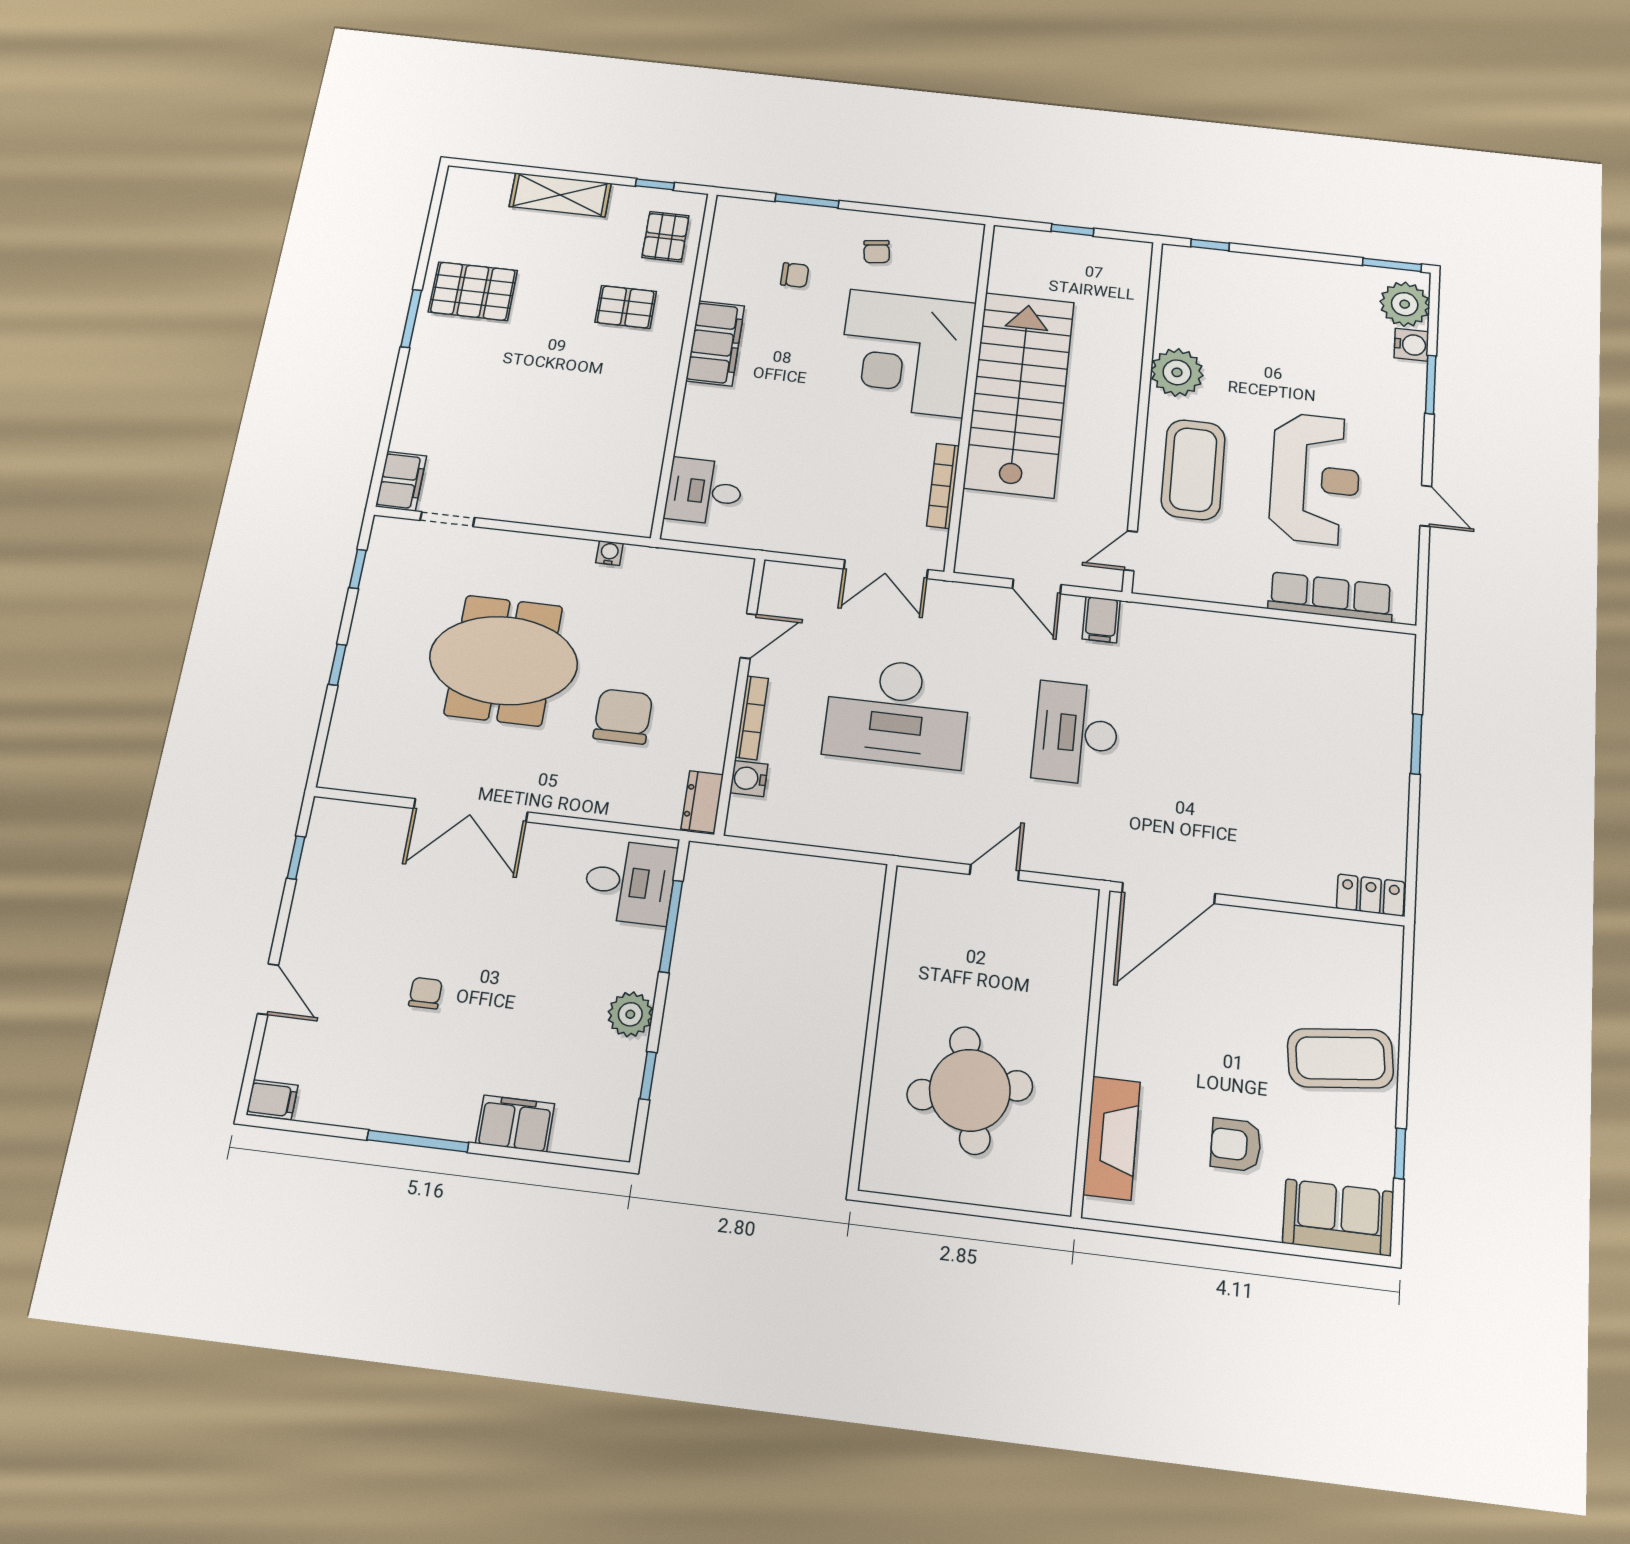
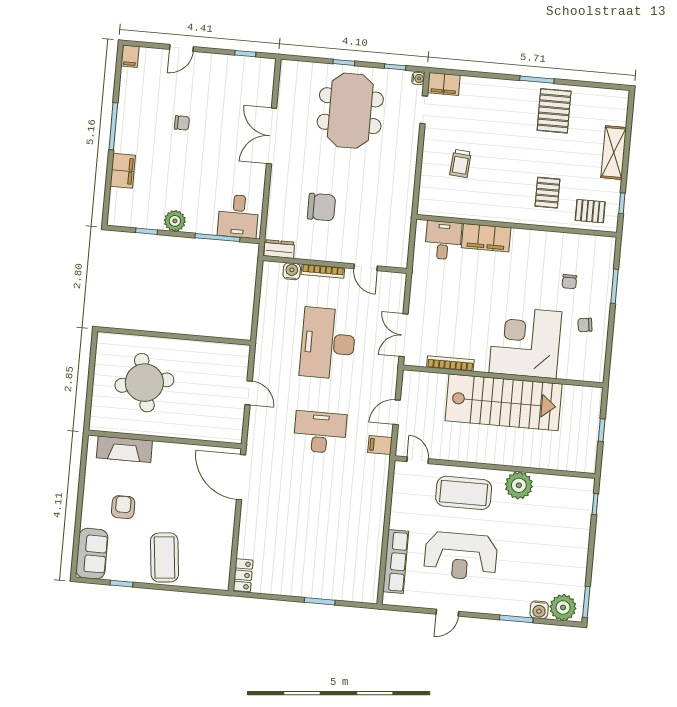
filing cabinet: (715, 343) -> (486, 238), moved
trolley: (558, 456) -> (461, 163), added
water cooler: (609, 553) -> (418, 78), moved
meeting table: (504, 660) -> (350, 111), moved

